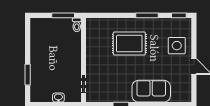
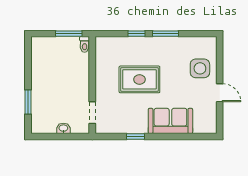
window: (179, 15) -> (136, 34), moved
rug: (129, 43) -> (139, 79), moved

